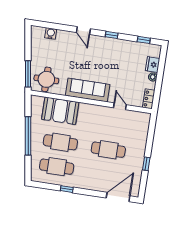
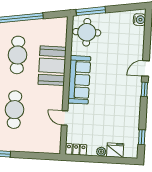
water cooler: (51, 33) -> (139, 20), moved
window: (112, 35) -> (144, 89), moved
door: (120, 106) -> (65, 118), swing flipped
booth: (60, 111) -> (52, 66), moved

